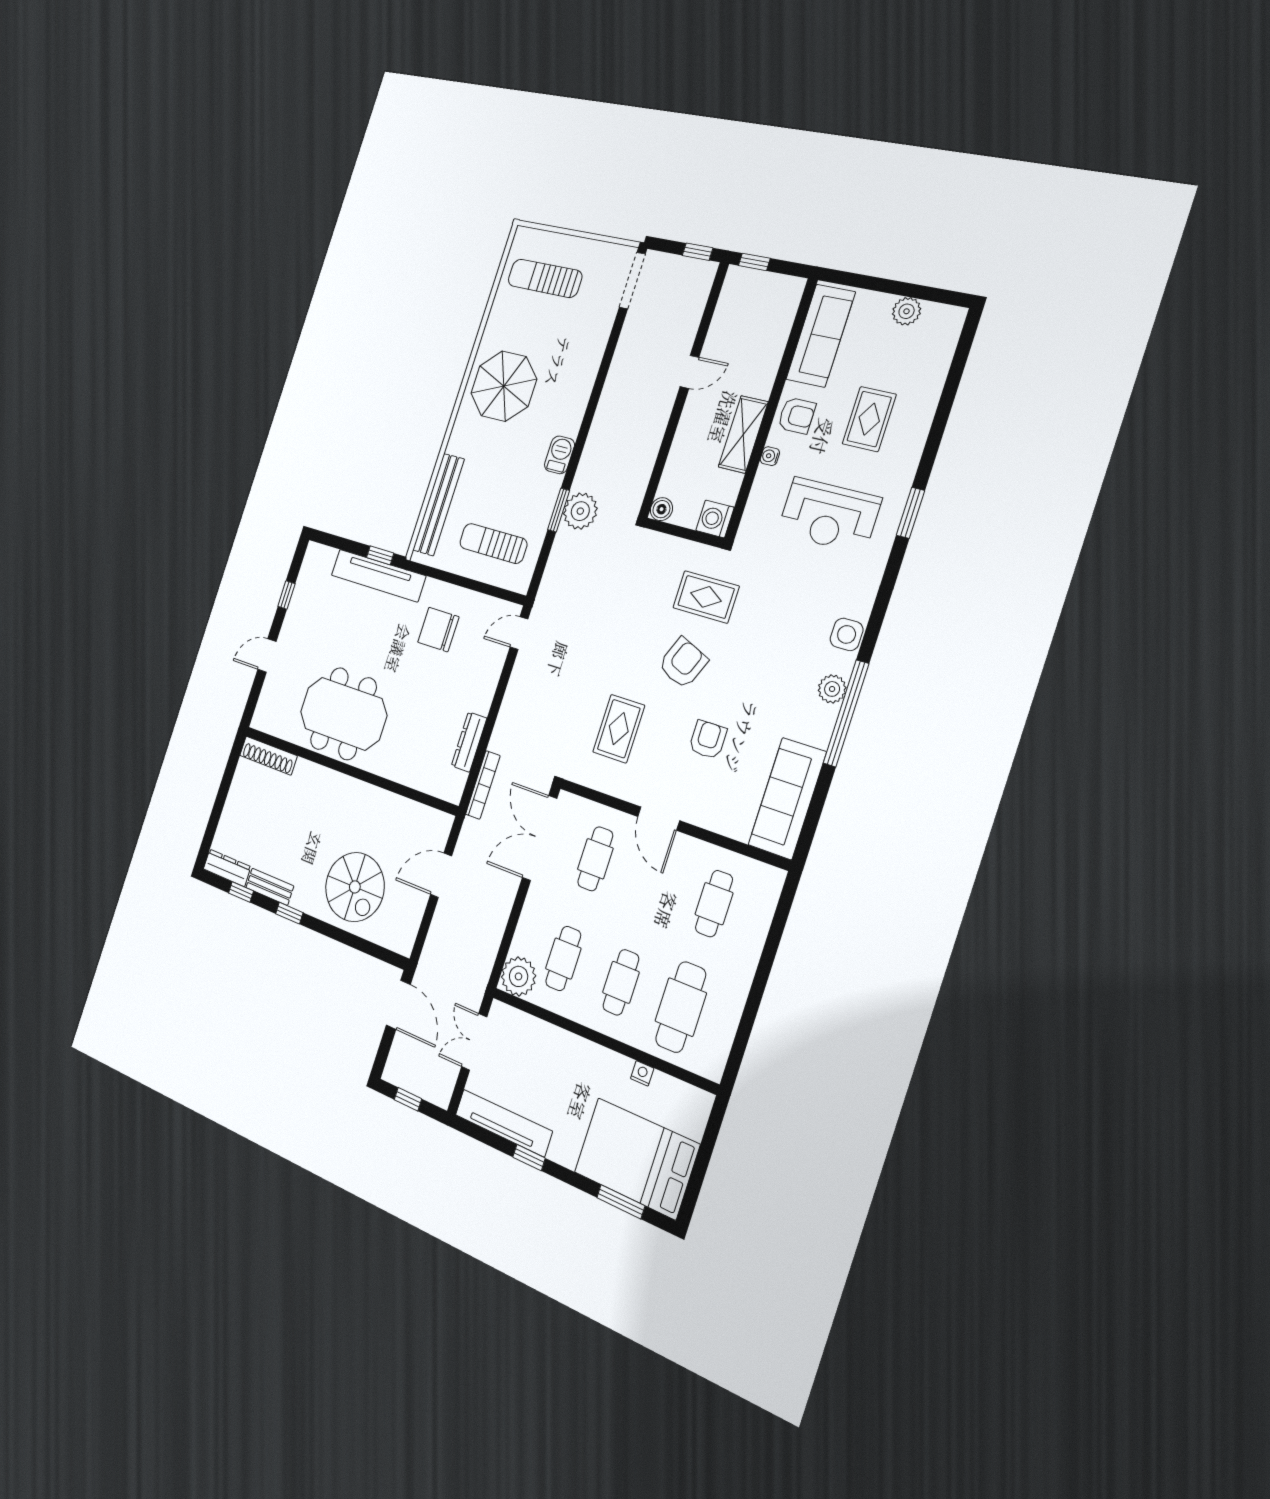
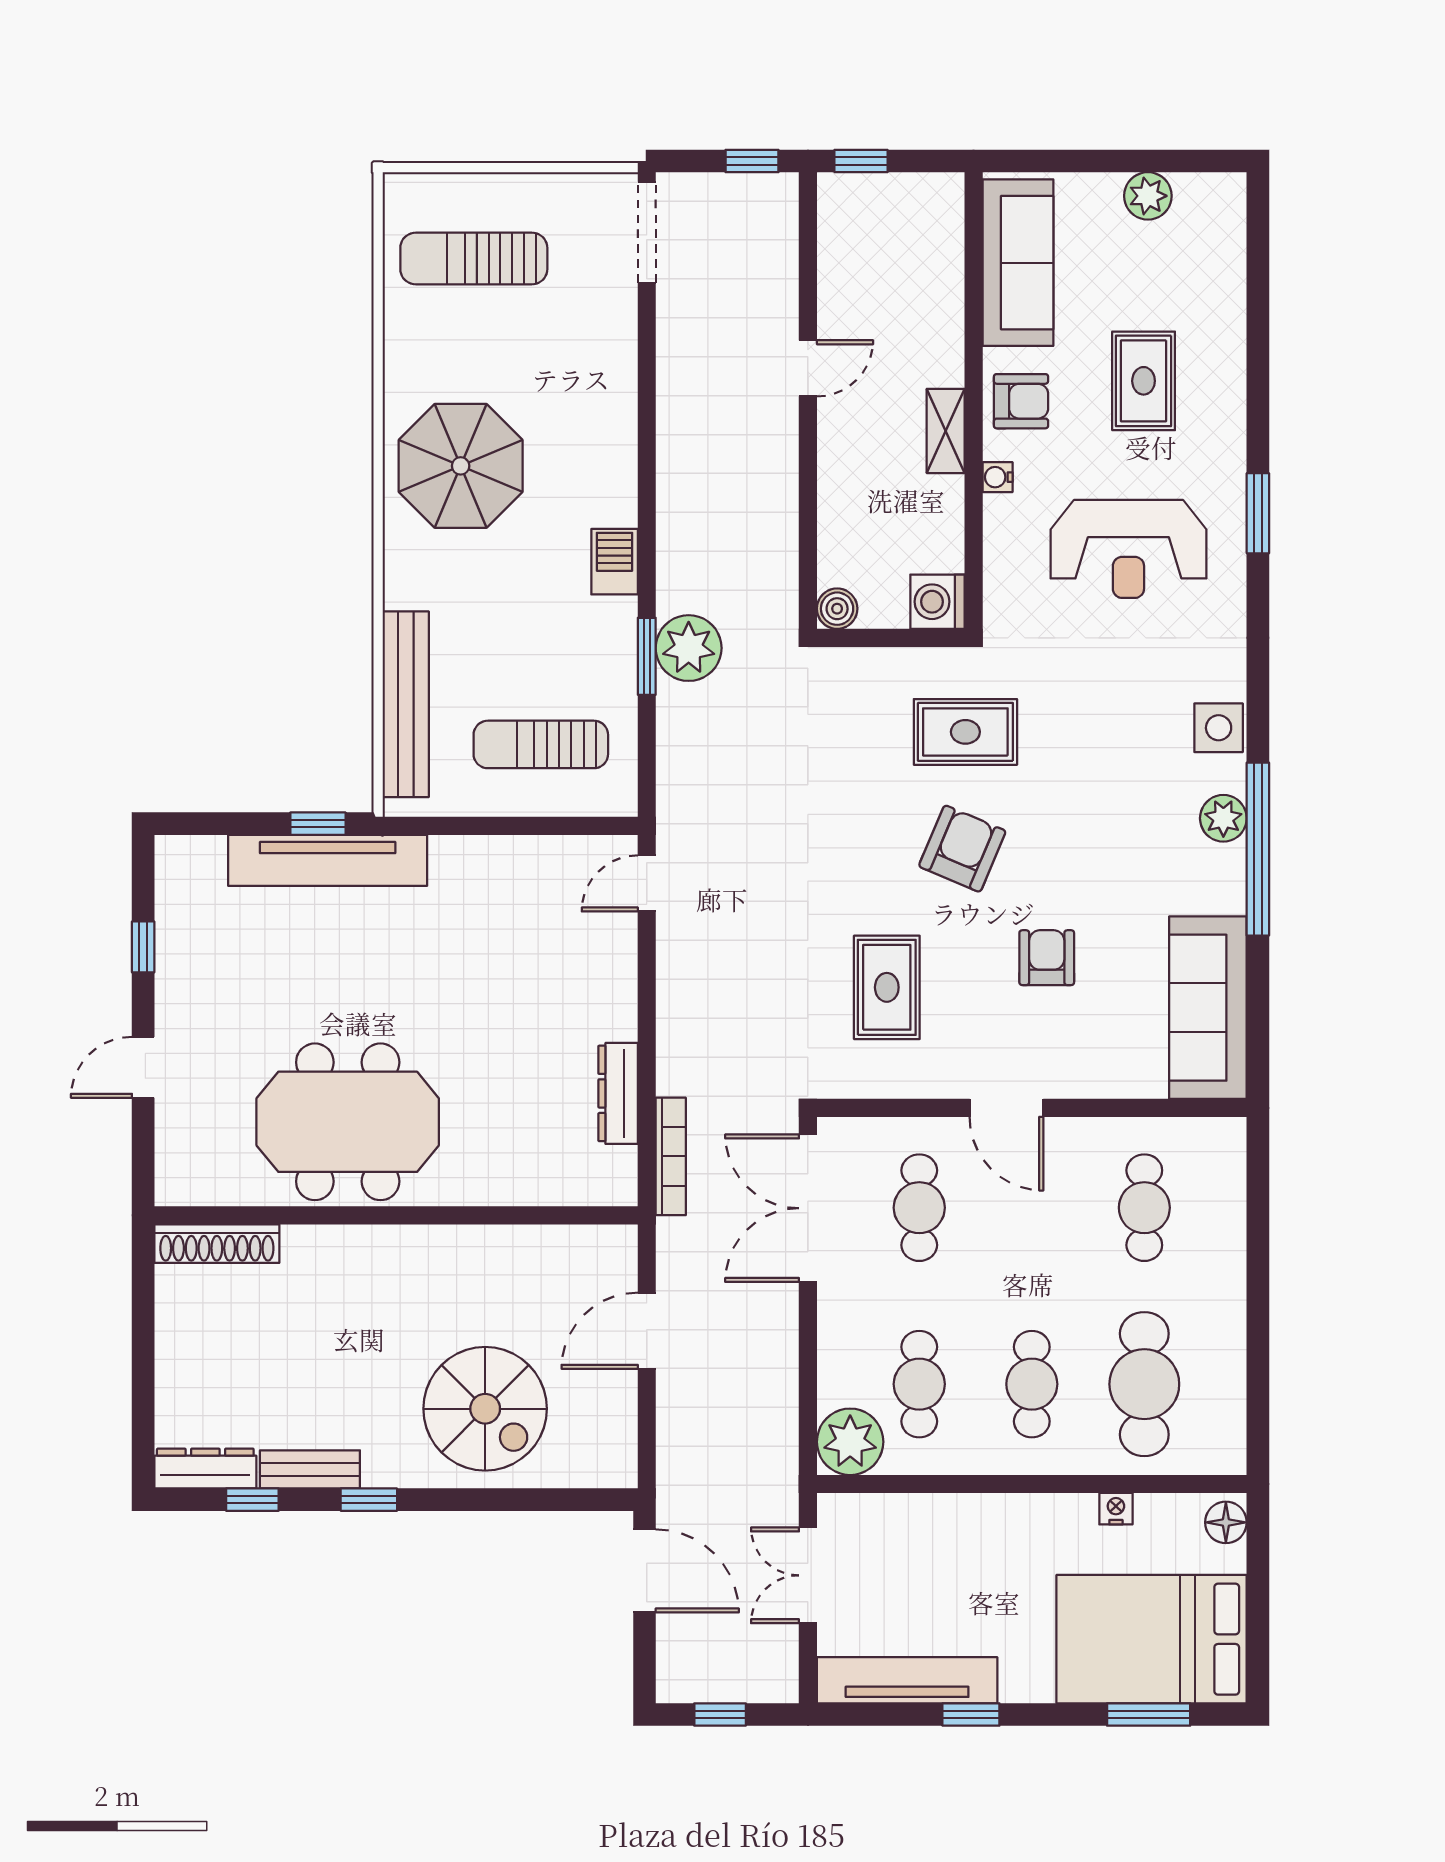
shelving: (743, 434) -> (946, 431), width x0.67, depth x0.75
chair: (438, 630) -> (487, 921), removed
floor lamp: (699, 1108) -> (1226, 1522), added

